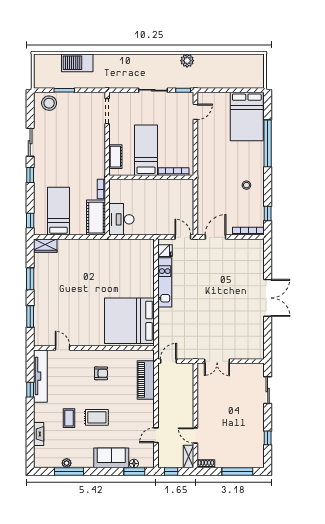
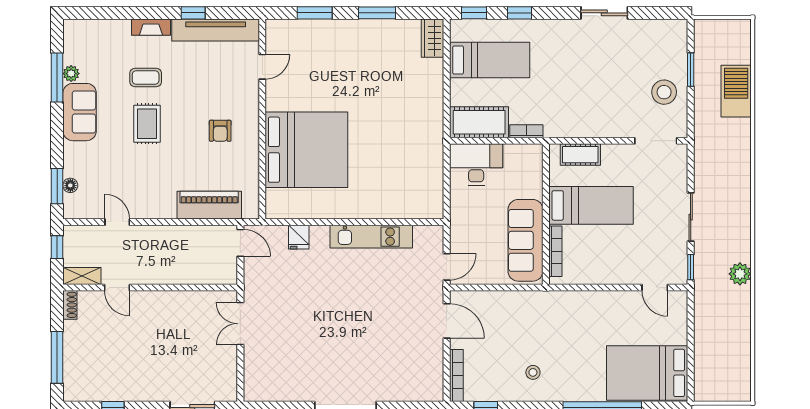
stool: (49, 103) -> (664, 92), moved
window: (30, 175) -> (520, 13), moved
sofa: (167, 190) -> (525, 240), added
fridge: (165, 251) -> (299, 237), moved
bed: (129, 321) -> (306, 150), moved, turned 90
fireplace: (39, 434) -> (151, 27), moved
door: (195, 435) -> (117, 288), swing flipped
sofa: (111, 458) -> (80, 112), moved

